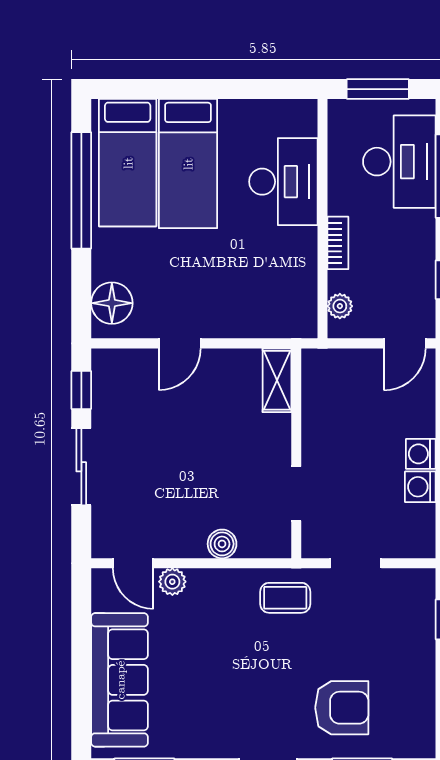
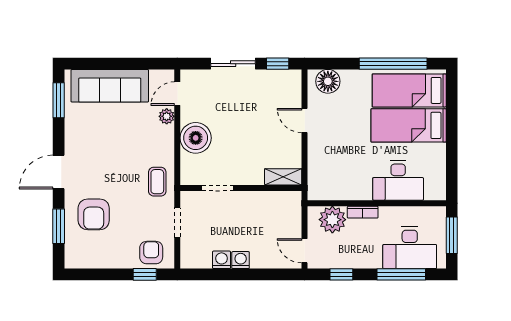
plant: (340, 306) -> (332, 220), width x1.87, depth x1.87
boiler: (222, 544) -> (196, 138), width x1.86, depth x1.86
armchair: (408, 608) -> (151, 253), added

